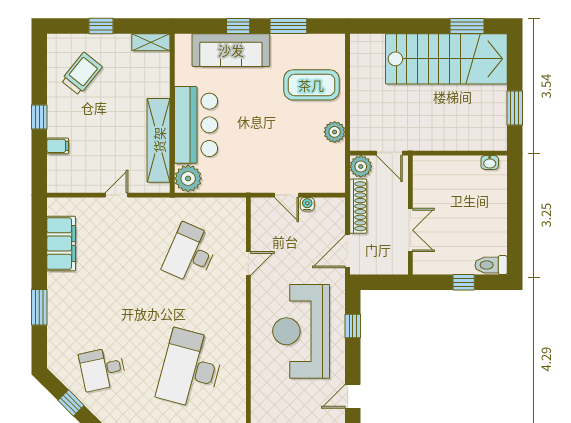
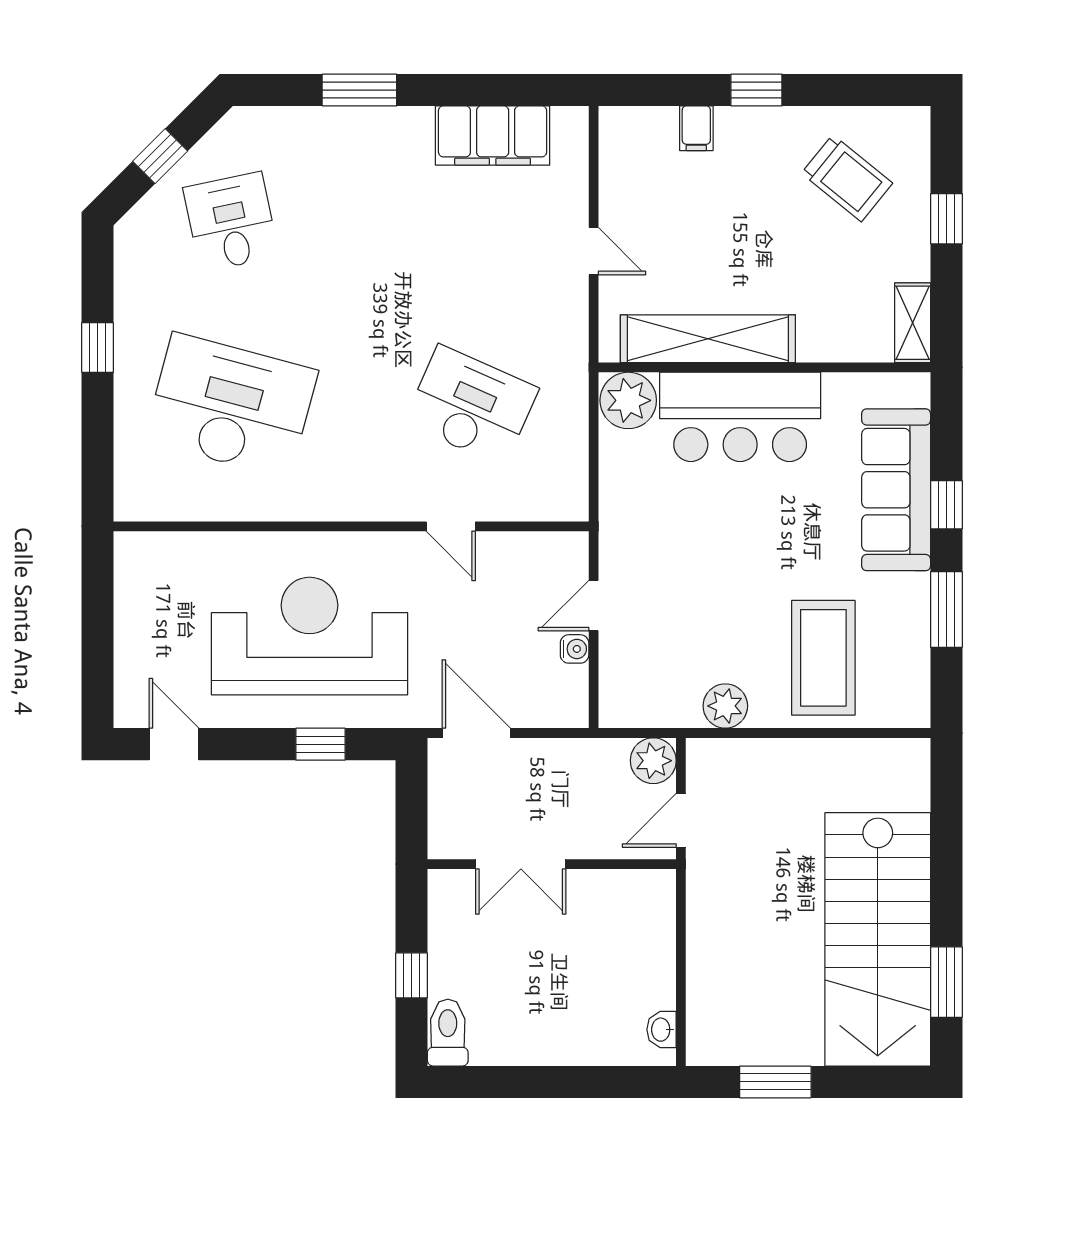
shoe rack: (358, 206) -> (570, 755), removed

